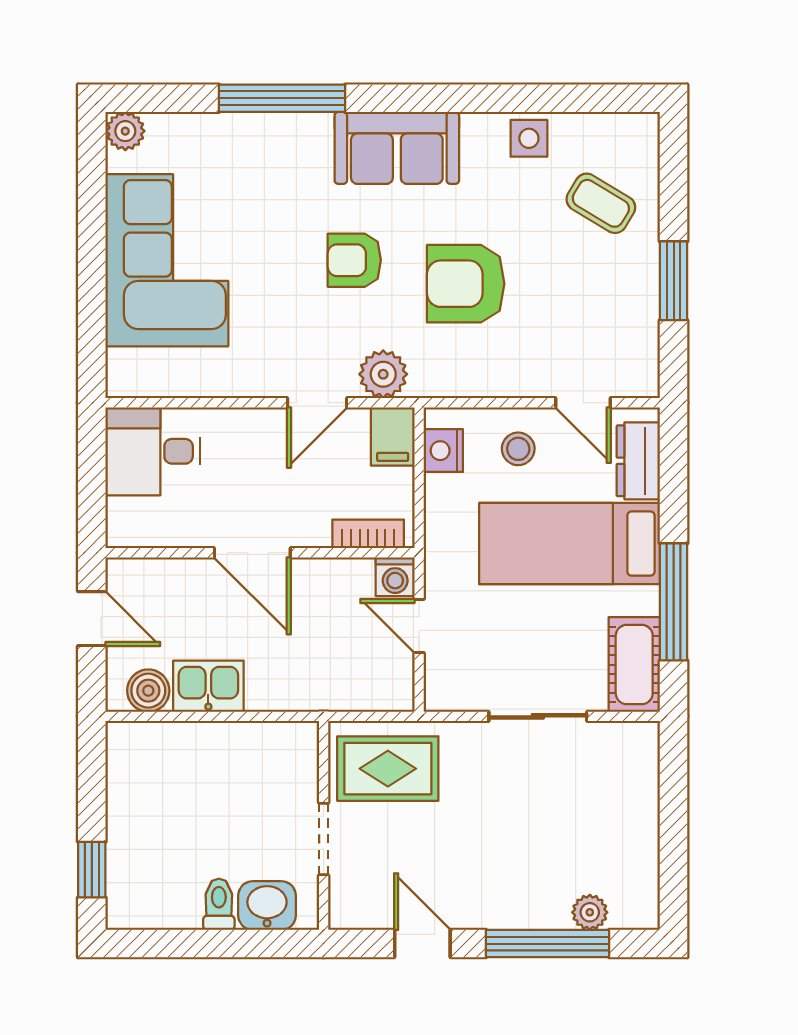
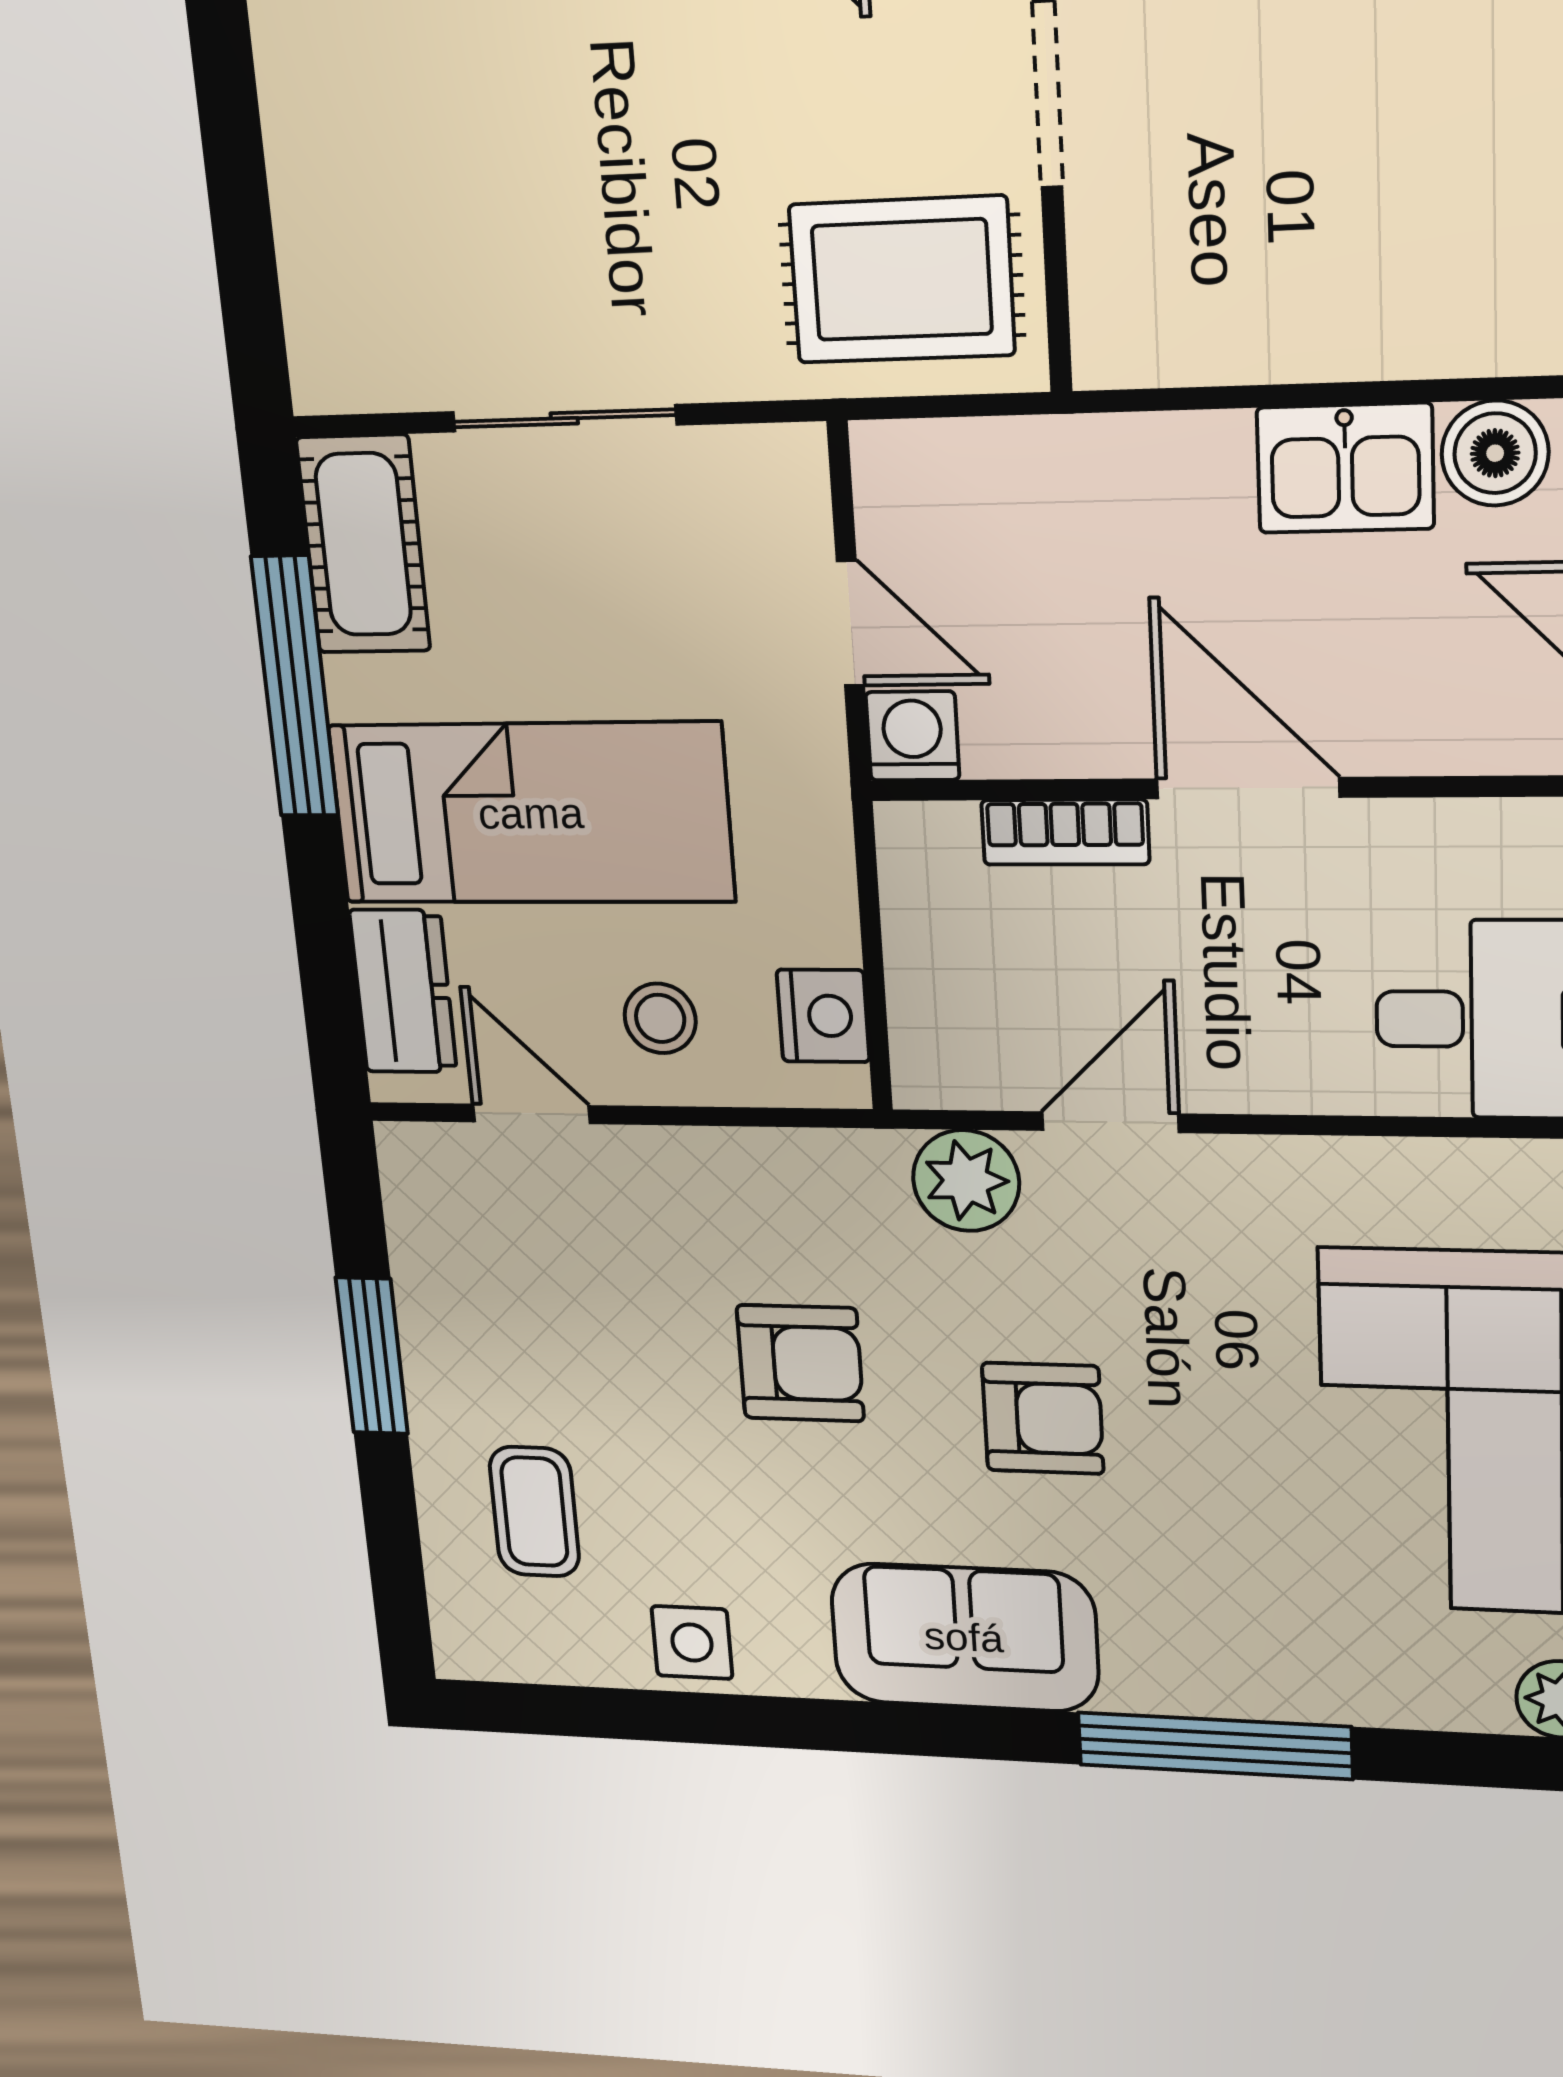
coffee table: (601, 203) -> (534, 1512), turned 59
armchair: (466, 284) -> (800, 1363), width x0.72, depth x0.72
filing cabinet: (393, 436) -> (937, 1047), removed
bookcase: (368, 534) -> (1065, 832), moved

